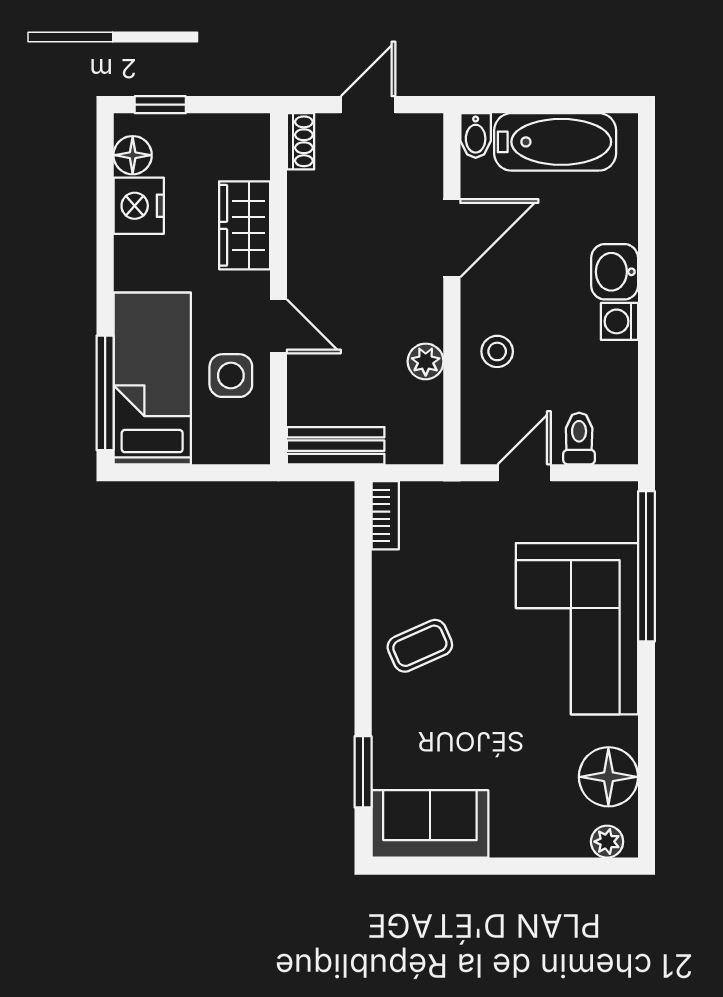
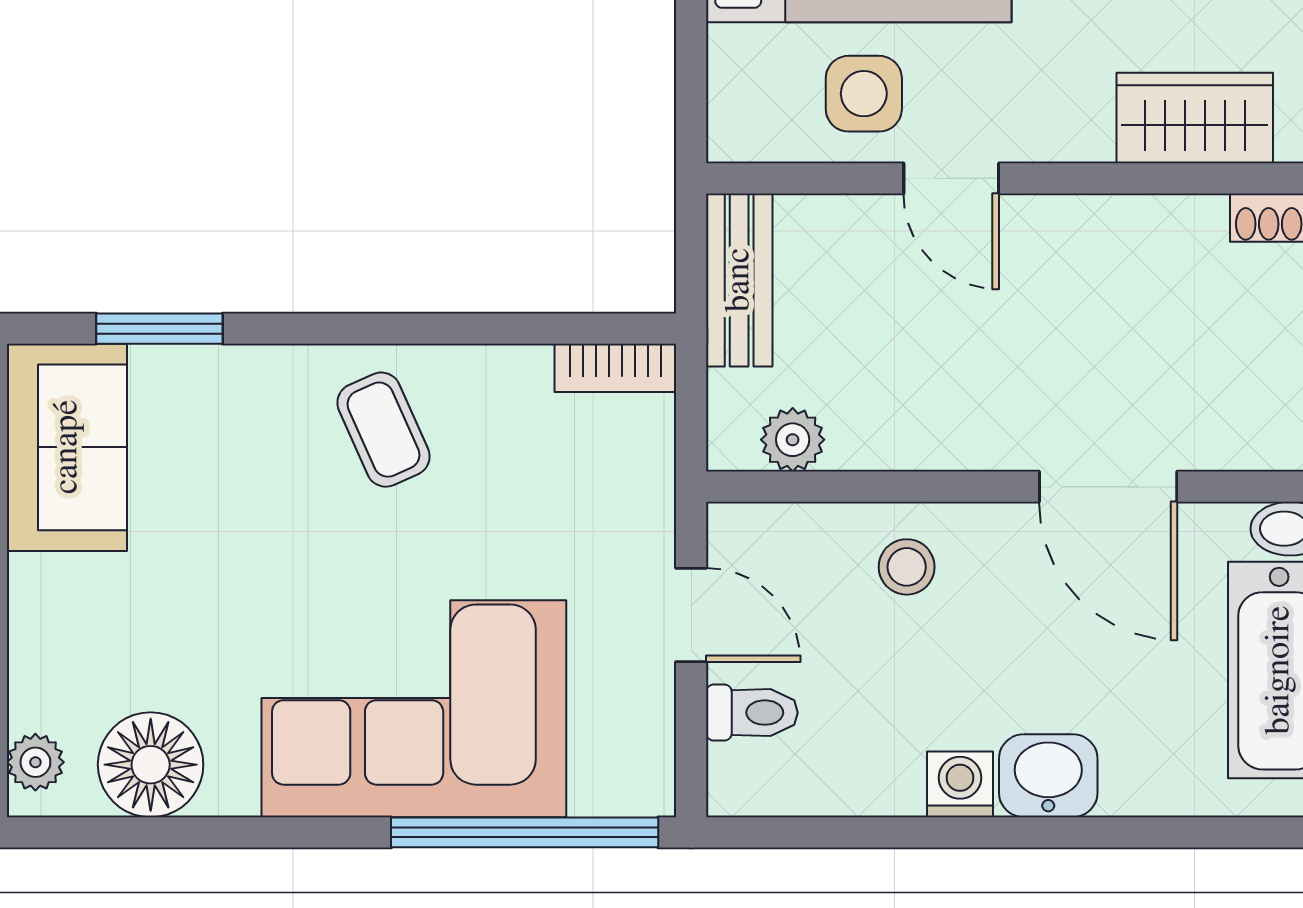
wardrobe: (245, 225) -> (1195, 118), moved
door: (278, 326) -> (951, 178), hinge flipped
plant: (426, 361) -> (793, 440), moved

